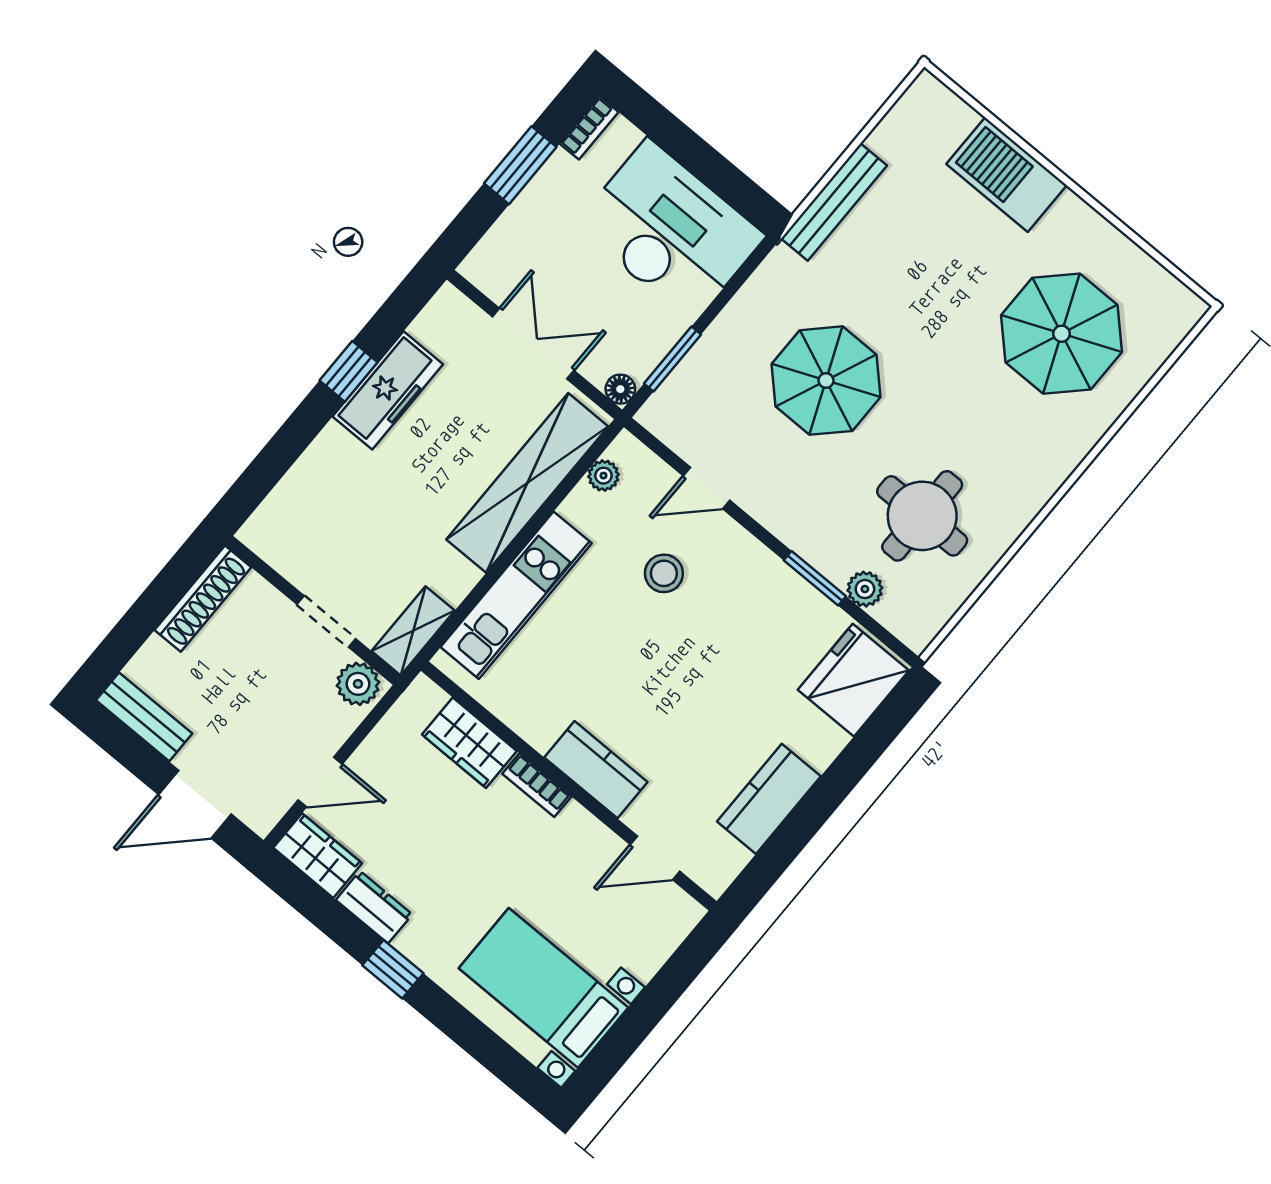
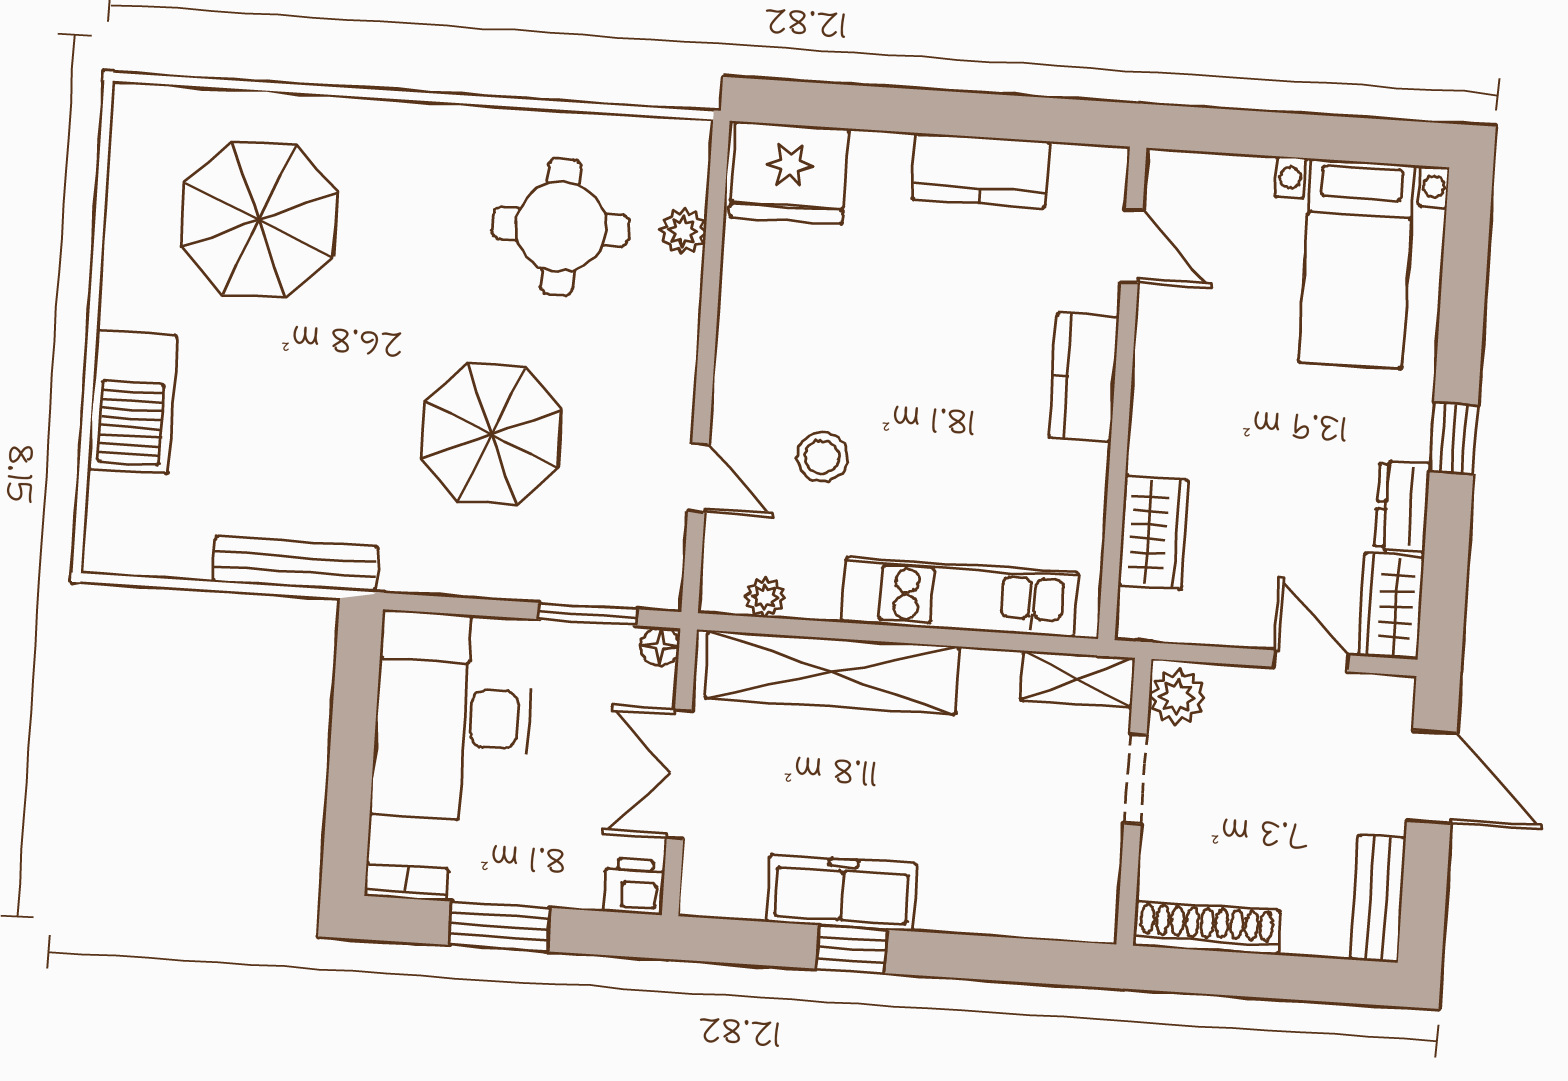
printer: (484, 266) -> (634, 887), added
window: (815, 578) -> (710, 293), removed
bookcase: (537, 785) -> (1146, 428), removed

